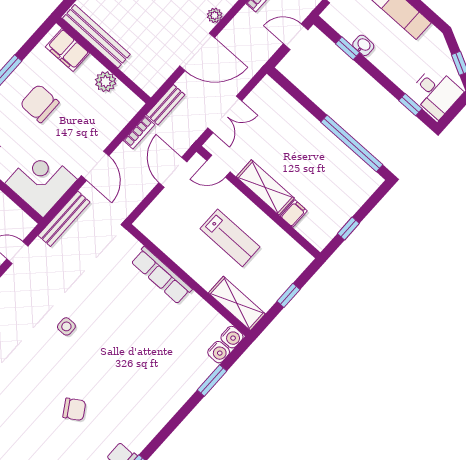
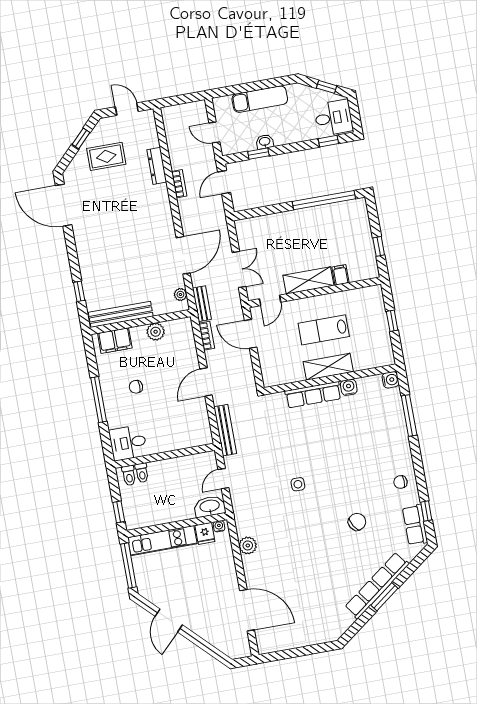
plant: (215, 15) -> (180, 294), moved
chair: (40, 103) -> (136, 387), width x0.54, depth x0.54
door: (95, 166) -> (206, 382), swing flipped
corner desk: (41, 181) -> (189, 426), removed
lab bench: (230, 238) -> (324, 330), turned 180
shelving: (237, 303) -> (328, 367), moved
water cooler: (219, 352) -> (349, 387), moved, turned -90
window: (212, 381) -> (409, 416), width x1.44
chair: (143, 421) -> (400, 482), added

